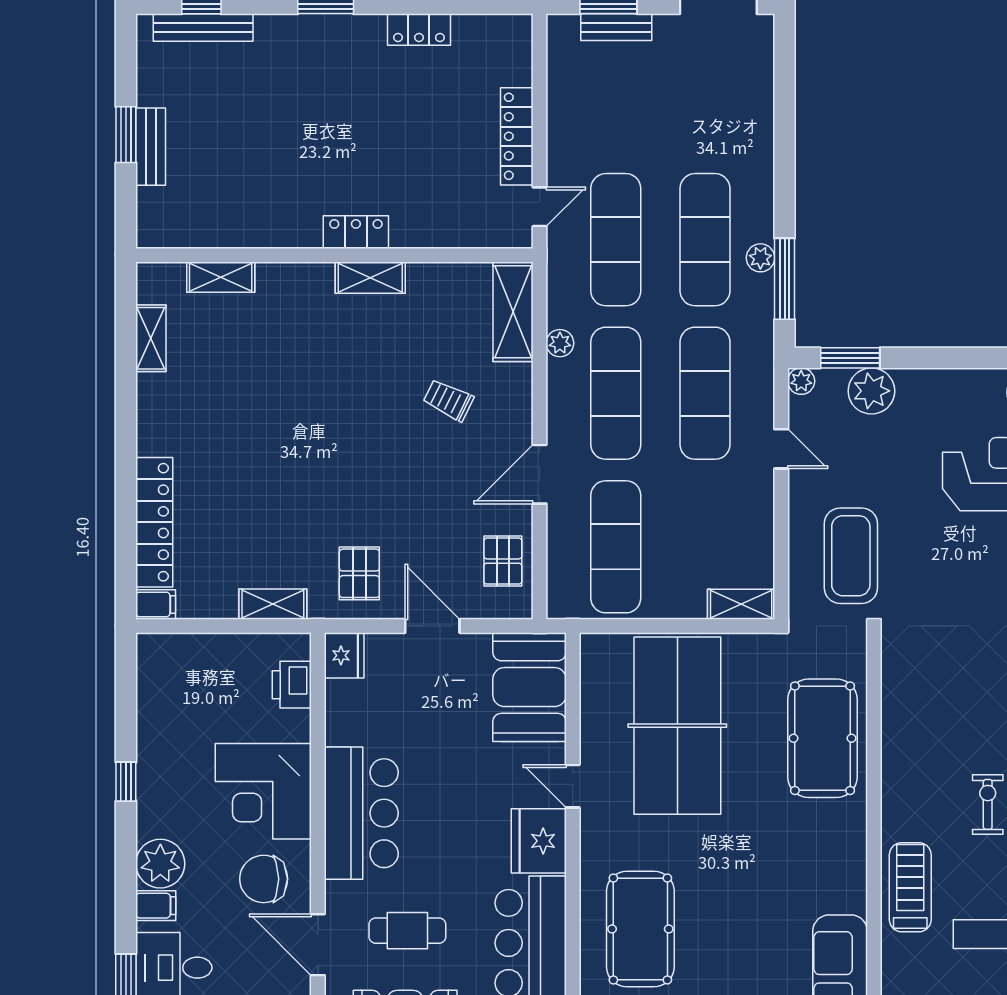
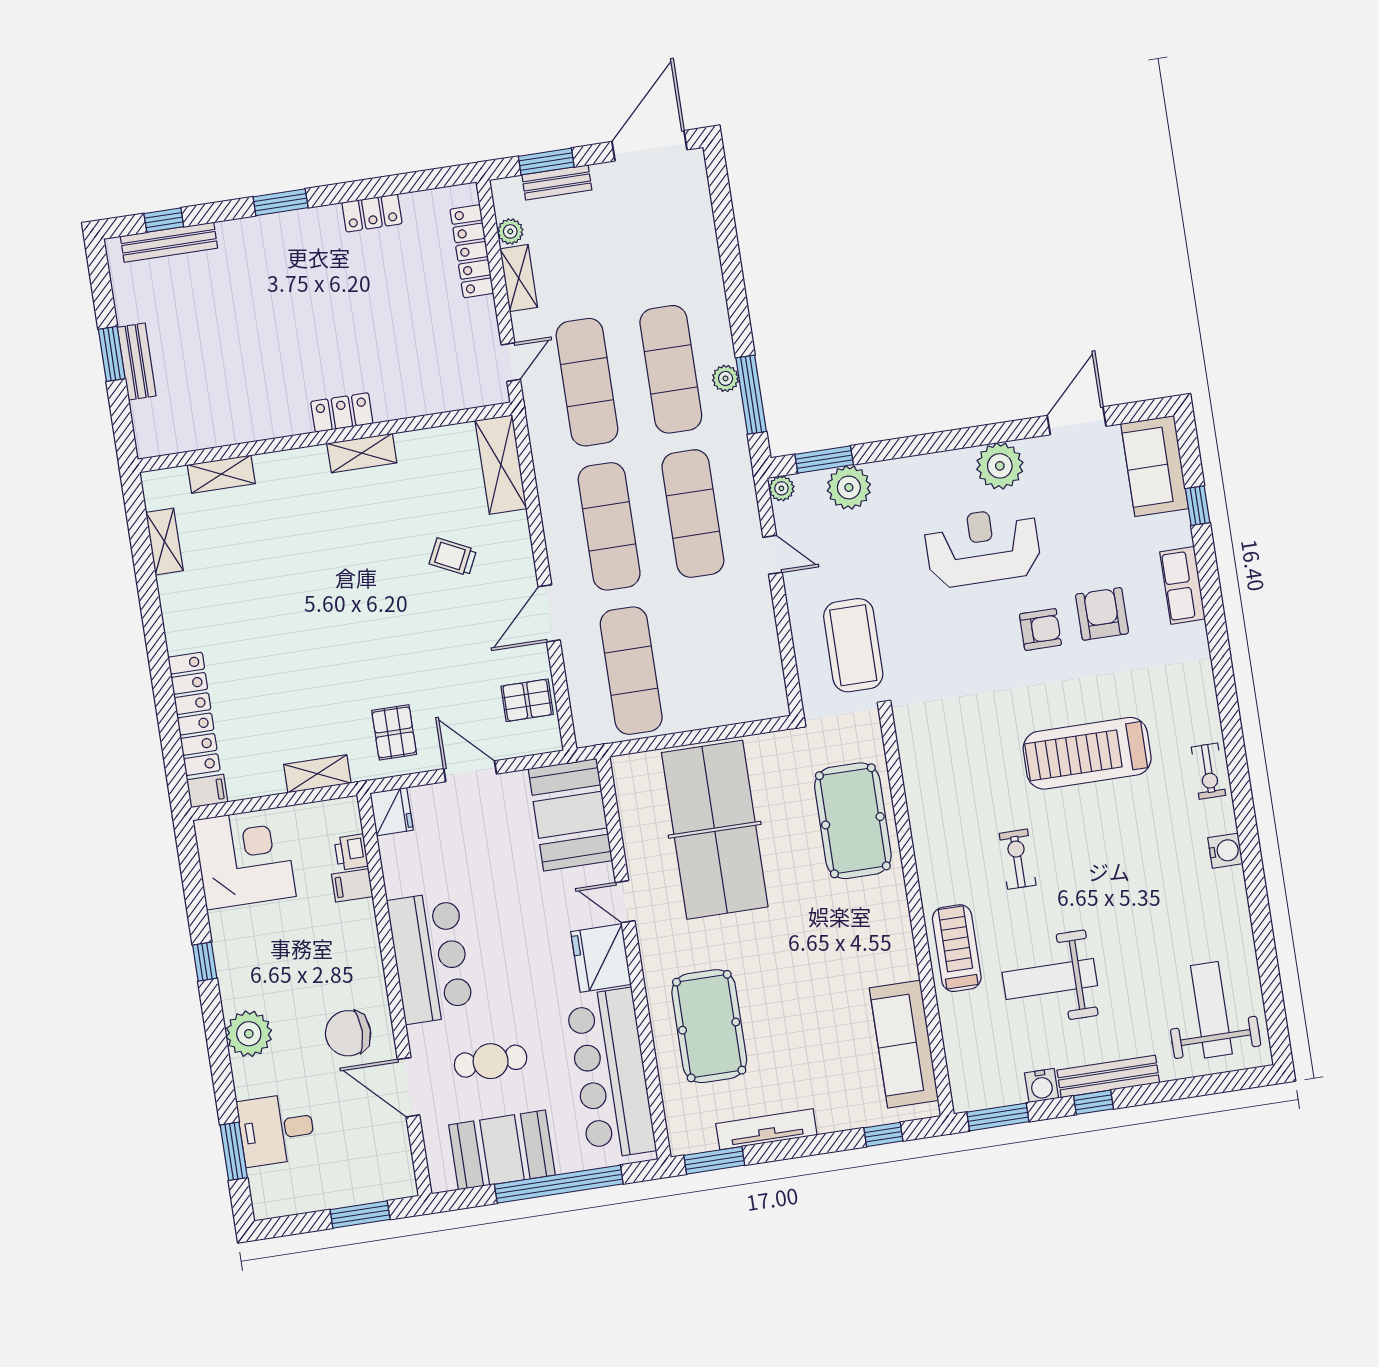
locker: (517, 136) -> (472, 251), moved
plant: (560, 343) -> (510, 231), moved
pallet: (503, 561) -> (527, 700), turned 90
shelving: (741, 604) -> (519, 278), moved, turned 90
printer: (292, 685) -> (351, 852), width x0.73, depth x0.81
corner desk: (263, 791) -> (245, 858), moved, turned 180
filing cabinet: (156, 906) -> (352, 885), moved, turned 180

